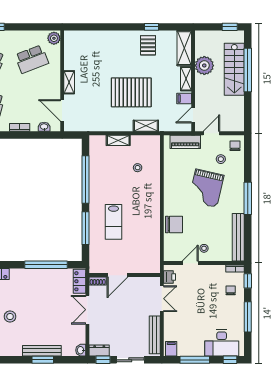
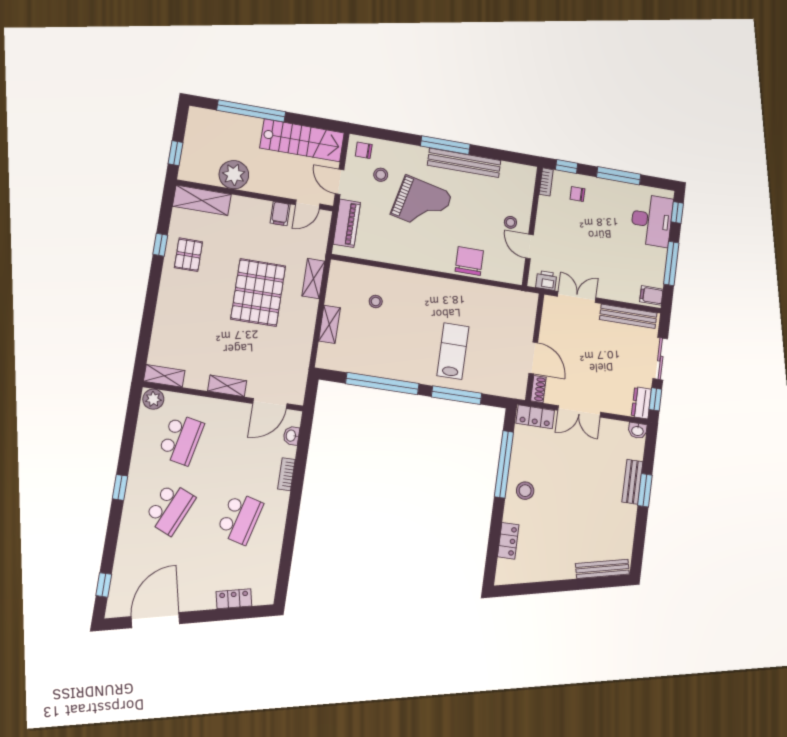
window: (230, 27) -> (176, 153), moved
pallet: (148, 45) -> (188, 255), turned 90
school desk: (32, 59) -> (181, 439), turned 33
stairs: (234, 69) -> (302, 140), moved
shelving: (186, 79) -> (164, 376), moved
door: (193, 115) -> (308, 204), hinge flipped
lab bench: (114, 222) -> (453, 351), turned -90
bench: (238, 237) -> (464, 163), moved
stool: (10, 317) -> (525, 491), moved
bench: (42, 351) -> (632, 482), width x0.73

